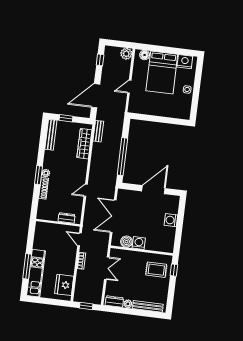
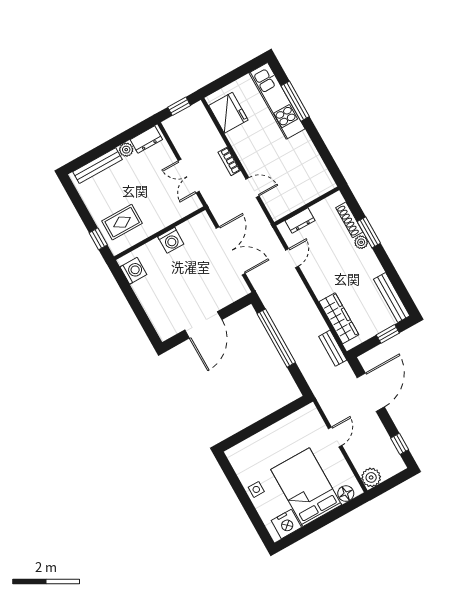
dresser: (67, 218) -> (300, 221), moved
washing machine: (171, 220) -> (133, 271), moved
wall: (58, 223) -> (307, 206), moved
boiler: (126, 242) -> (188, 230), removed

